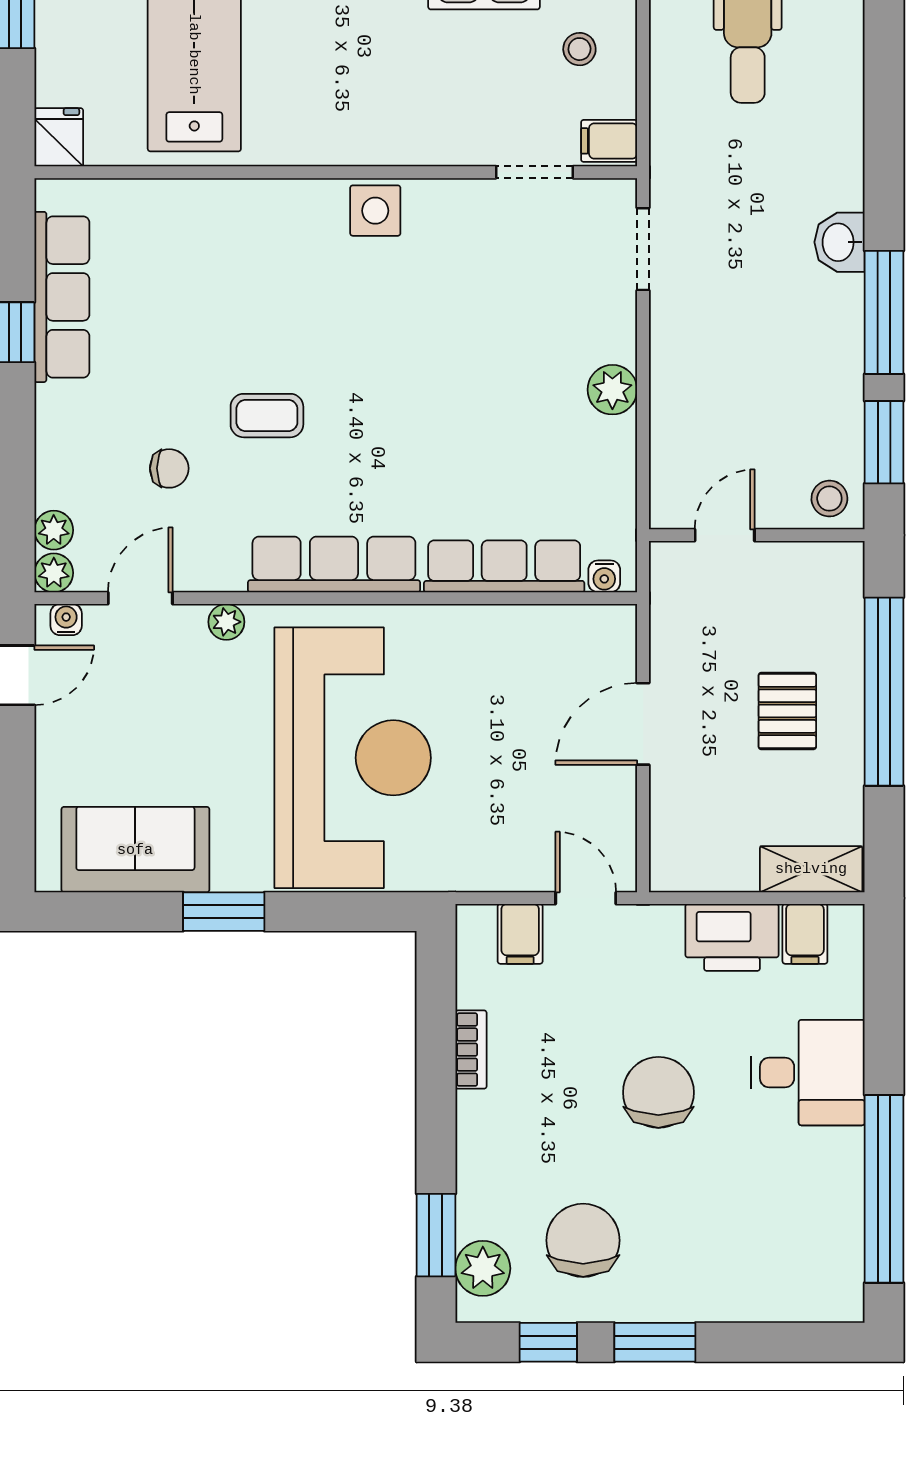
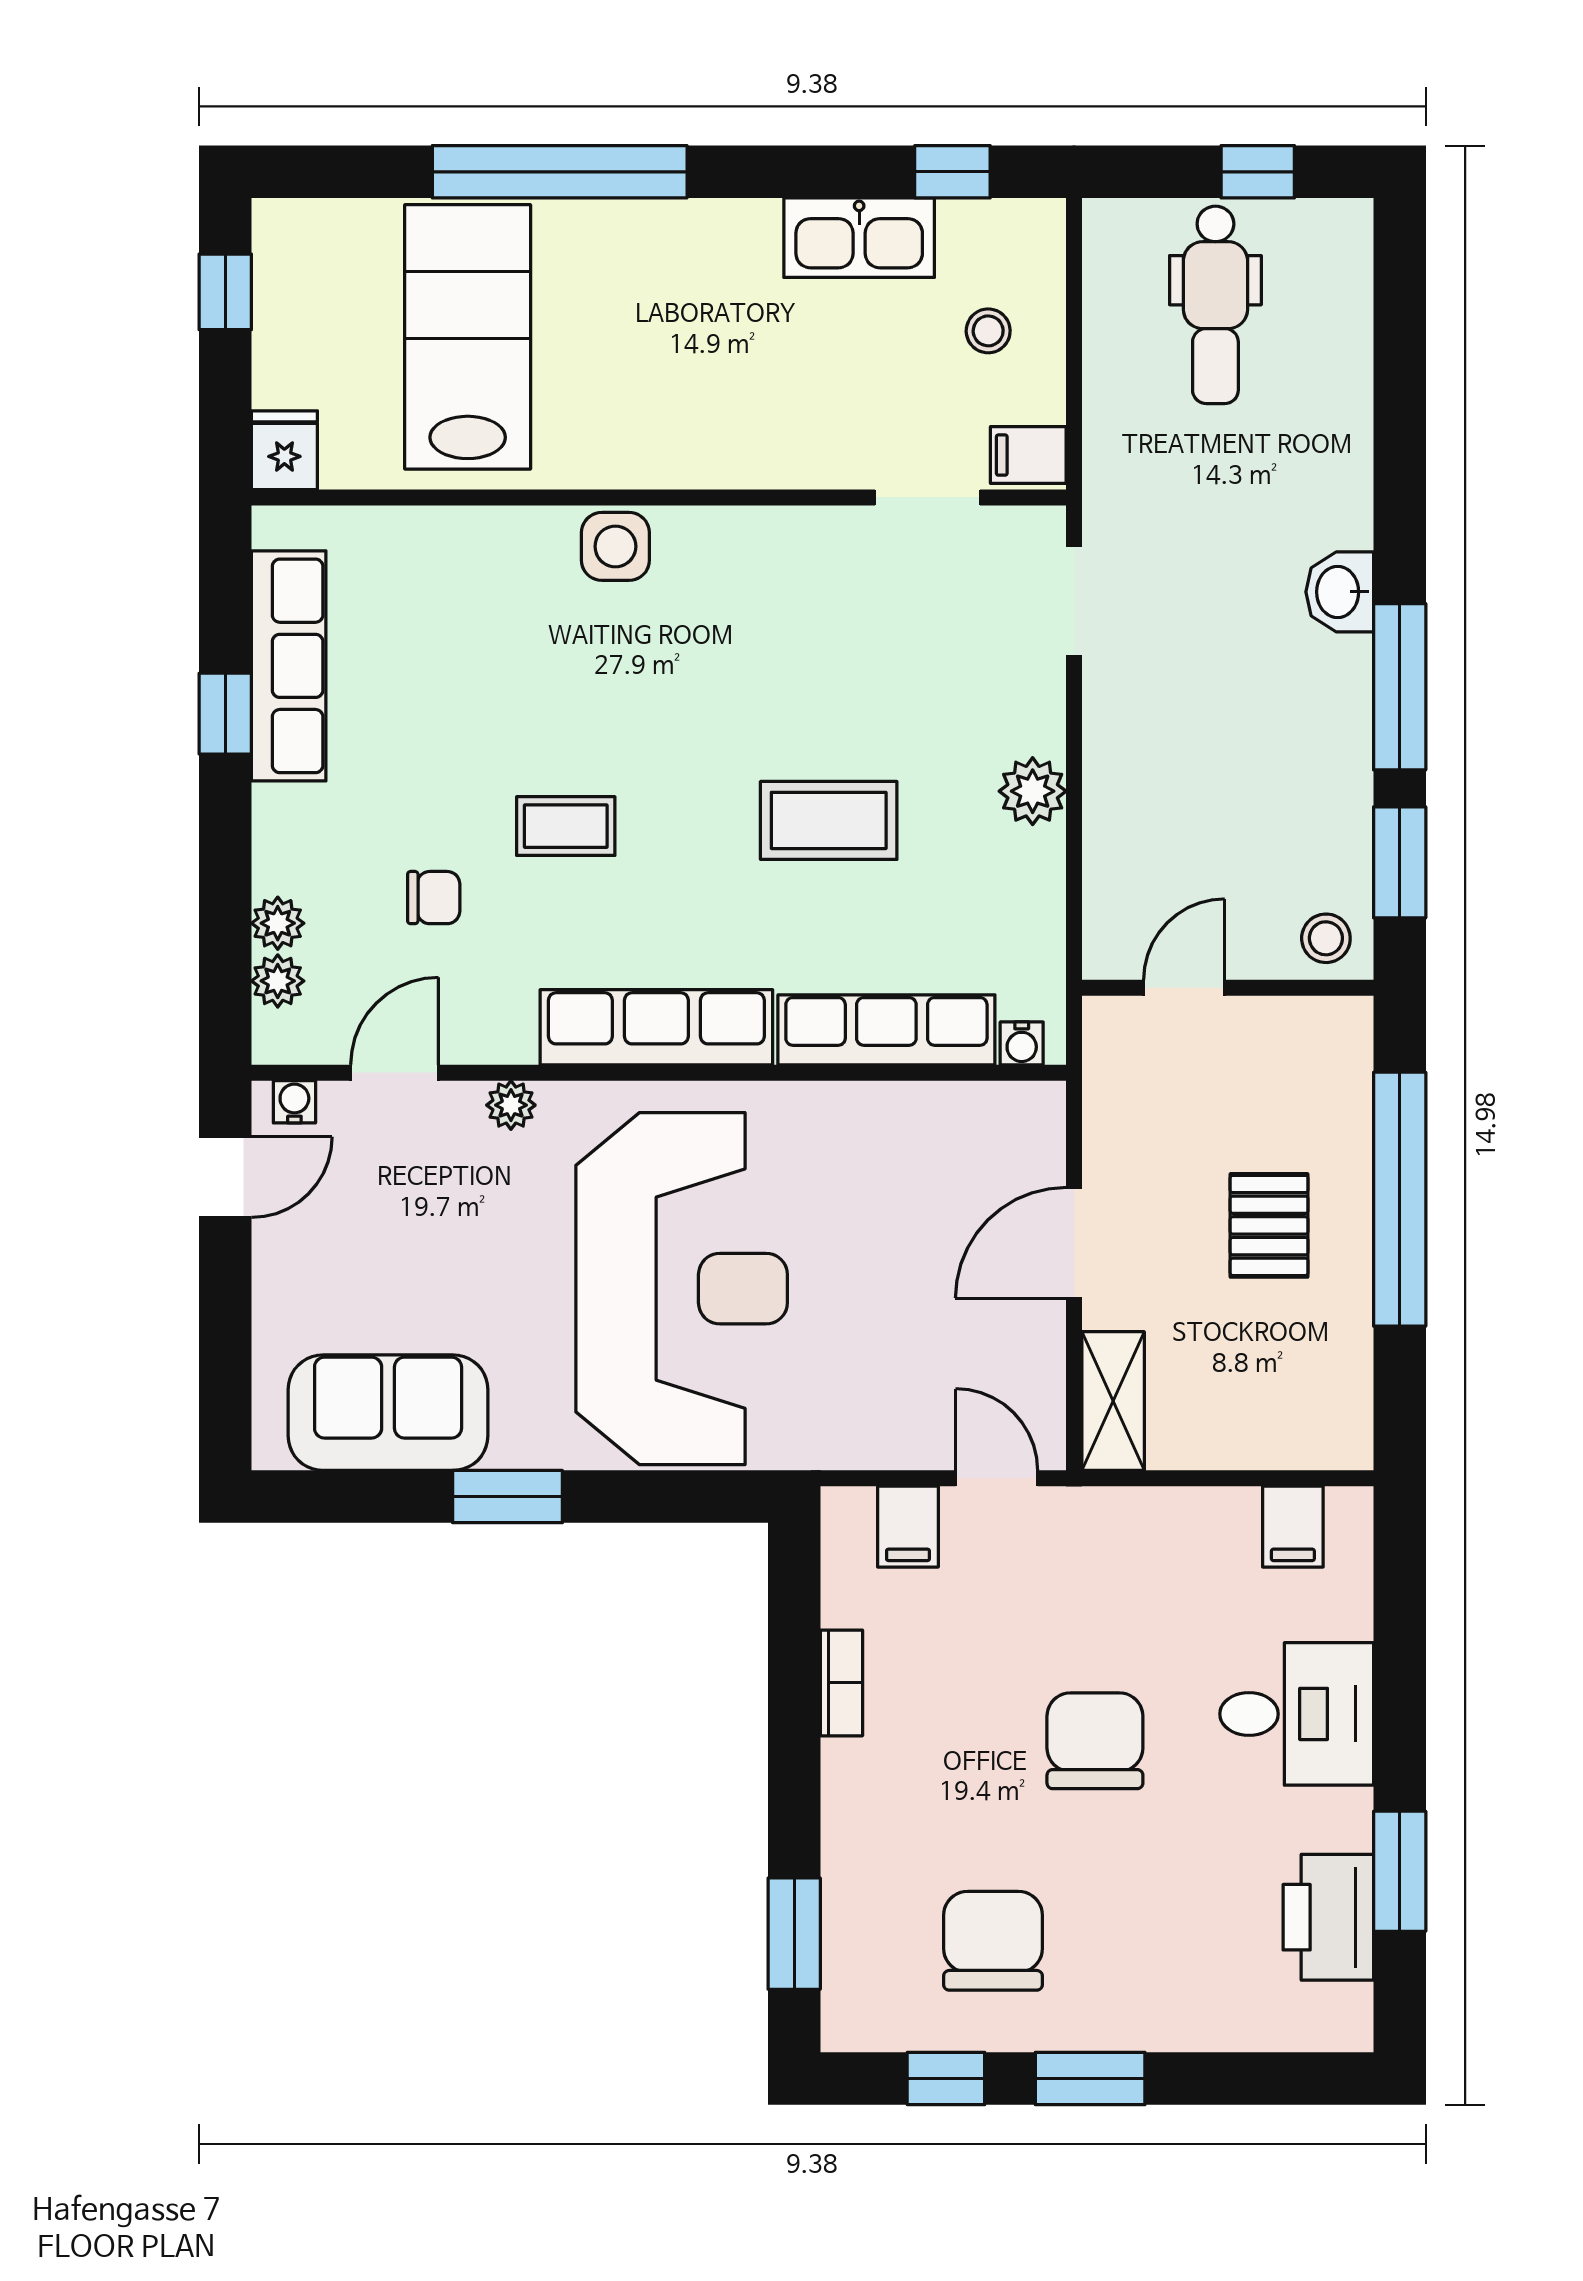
side table: (375, 211) -> (615, 546), moved
coffee table: (461, 411) -> (829, 820), added
plant: (54, 573) -> (278, 923), moved
shelving: (811, 869) -> (1113, 1401), moved, turned 90
printer: (732, 937) -> (1328, 1917), moved, turned 90
window: (884, 1189) -> (1400, 1871), width x0.47
plant: (483, 1268) -> (857, 1979), removed

